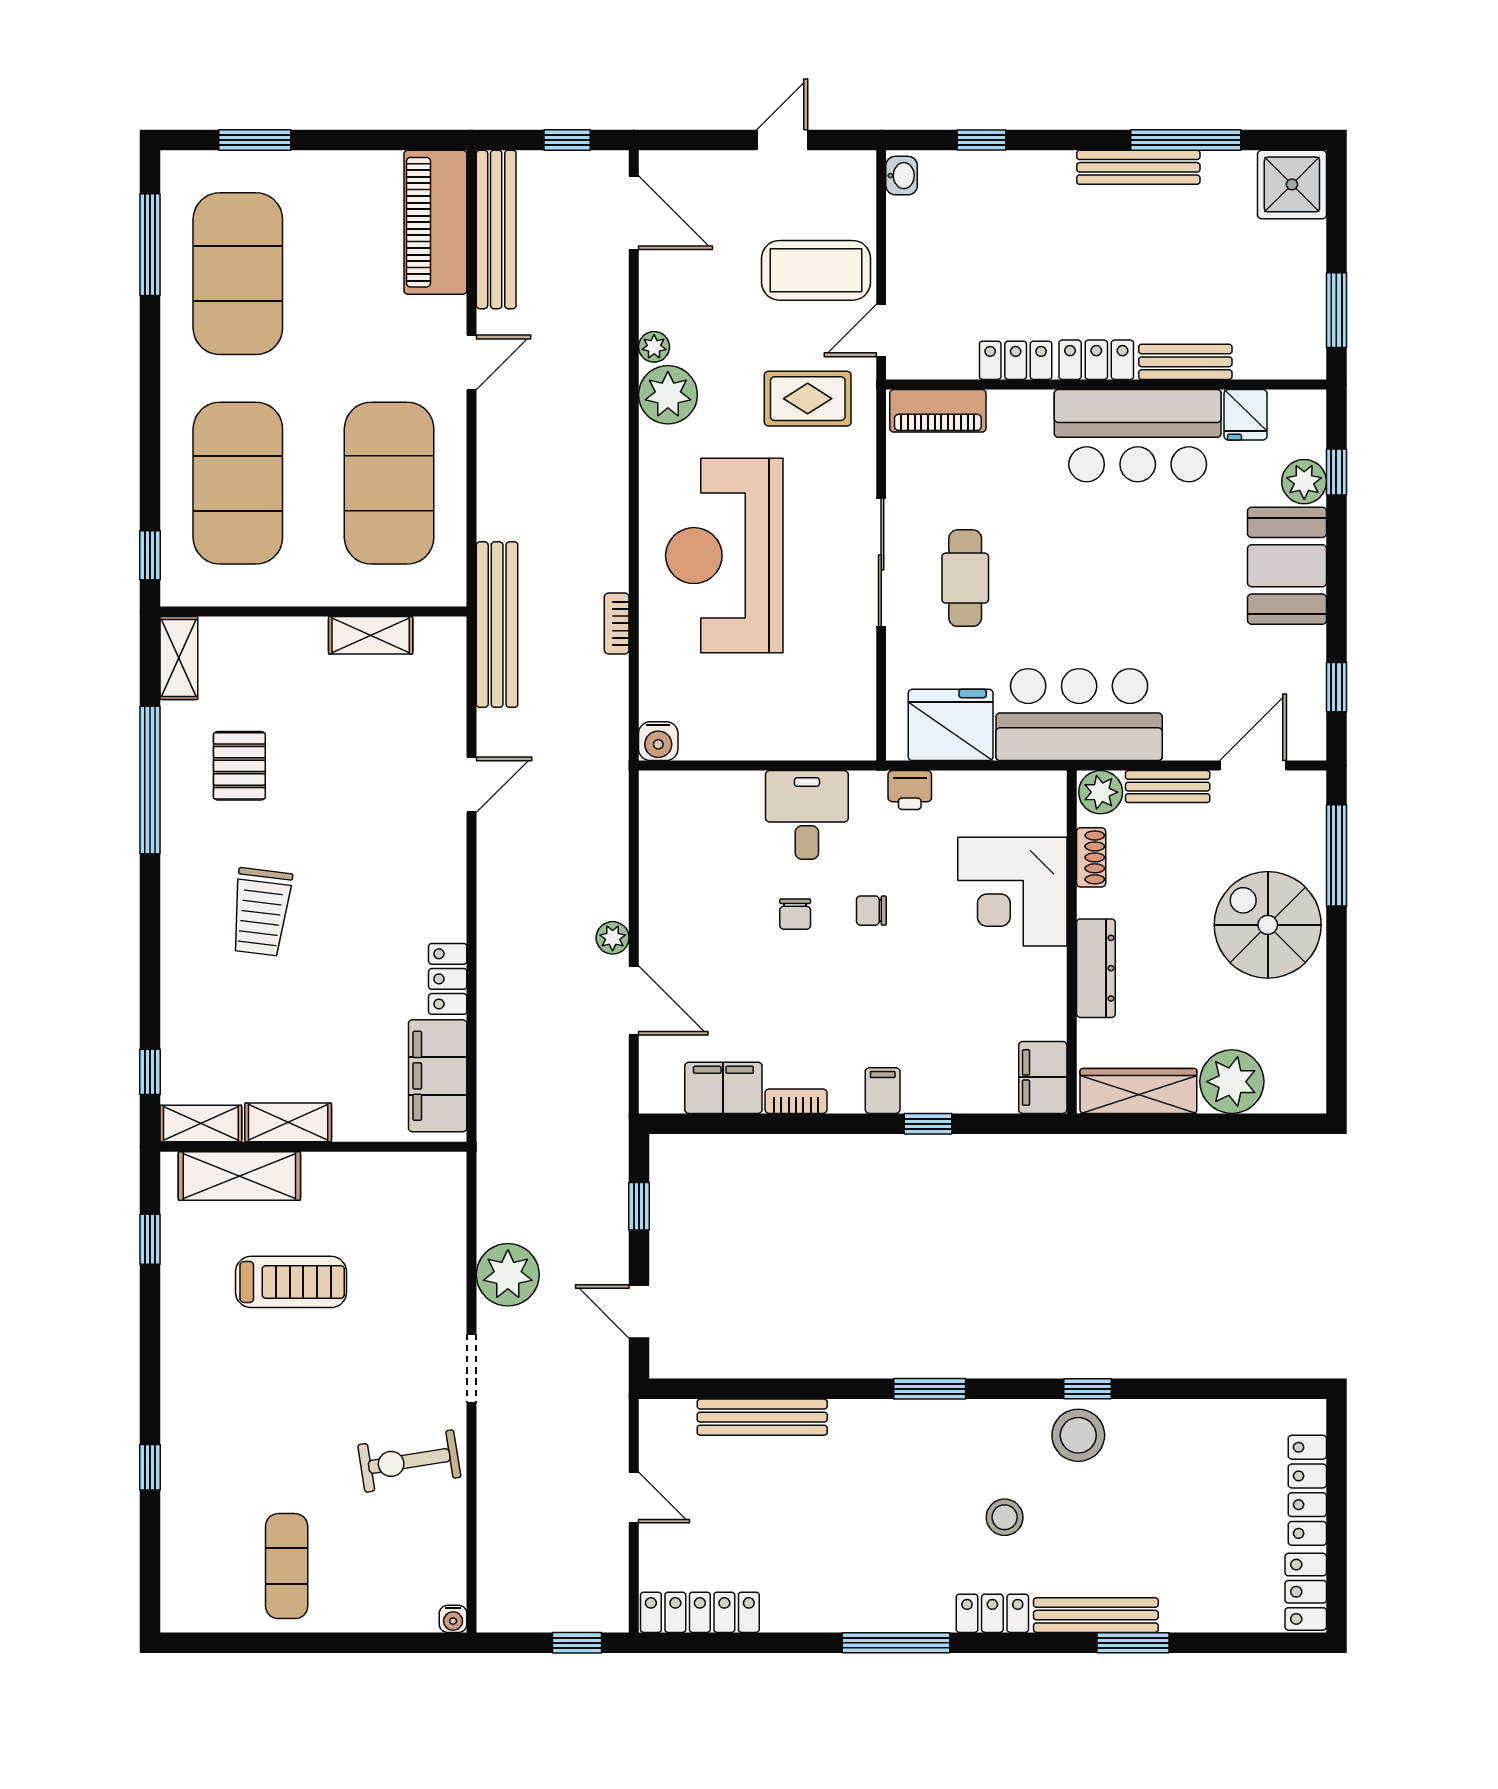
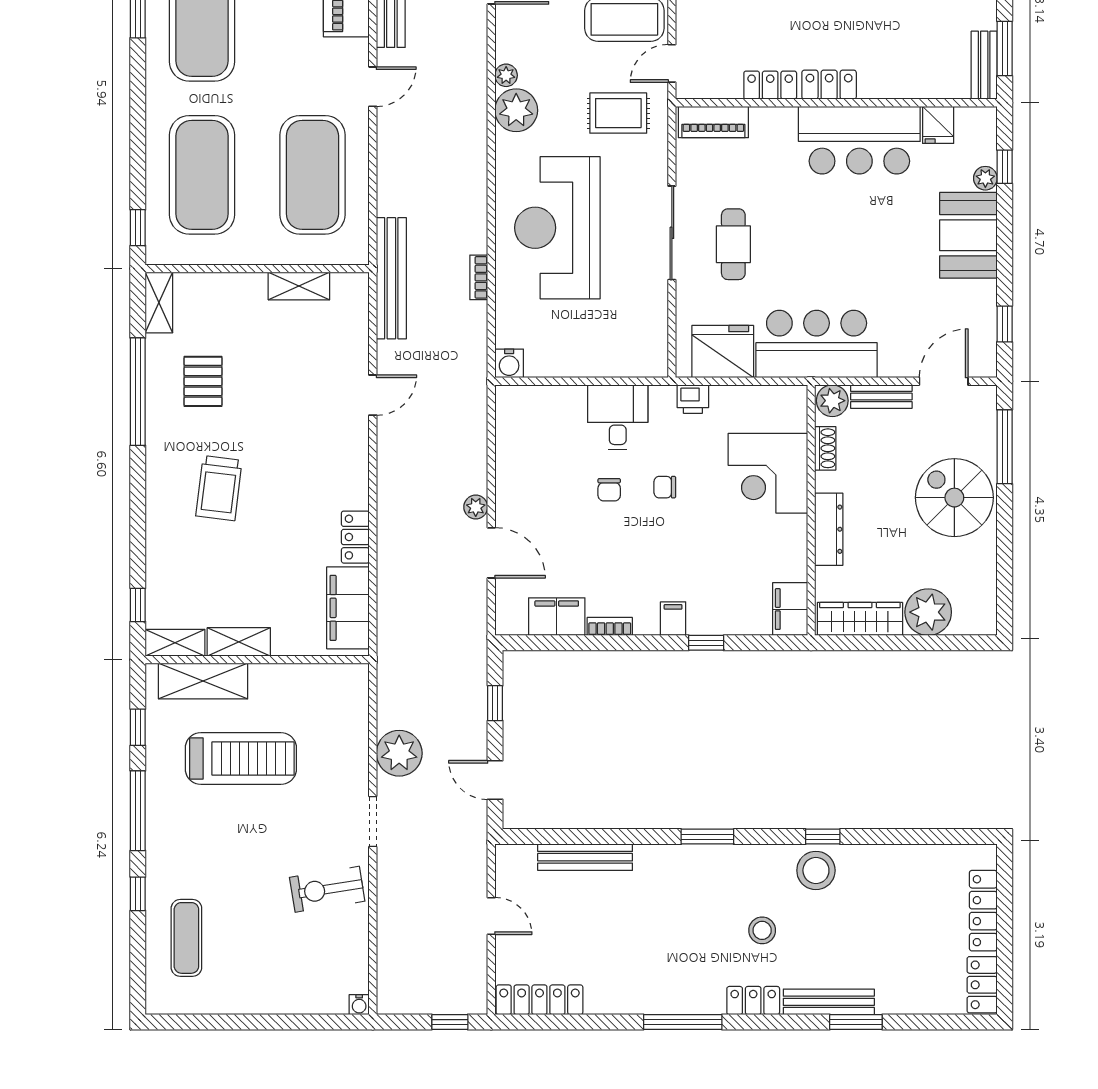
bench: (1185, 362) -> (984, 65), moved, turned 90
plant: (1304, 482) -> (985, 178), width x0.73, depth x0.73
treadmill: (291, 1282) -> (241, 758), width x1.37, depth x1.38
window: (150, 1353) -> (138, 811), added
exercise mat: (287, 1566) -> (186, 938), moved

